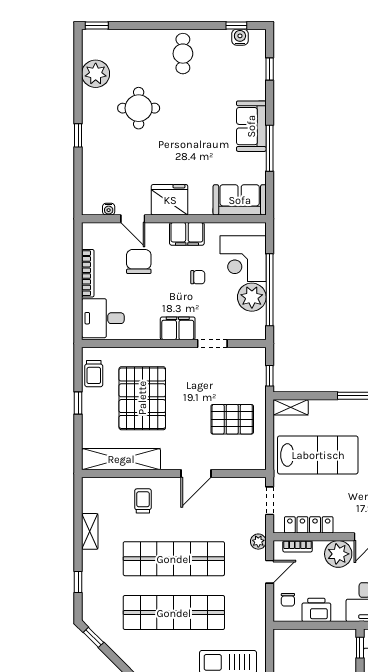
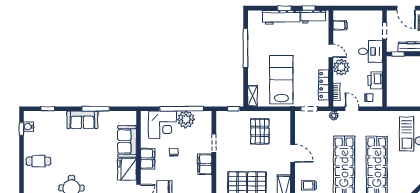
sofa: (240, 200) -> (127, 141), moved

